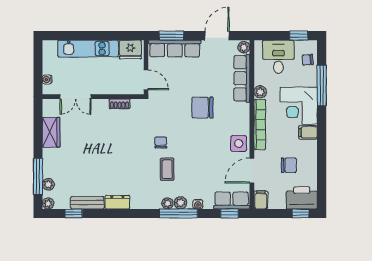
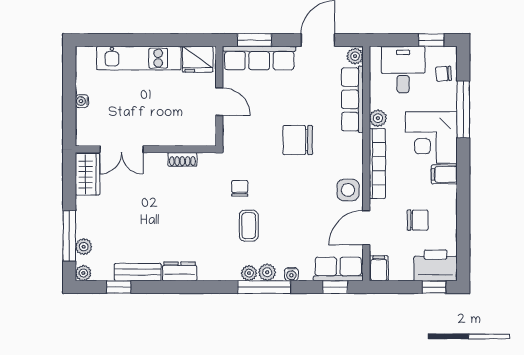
double door: (76, 97) -> (121, 149), moved
wall: (93, 97) -> (146, 149), moved
shoe rack: (119, 104) -> (182, 159), moved

